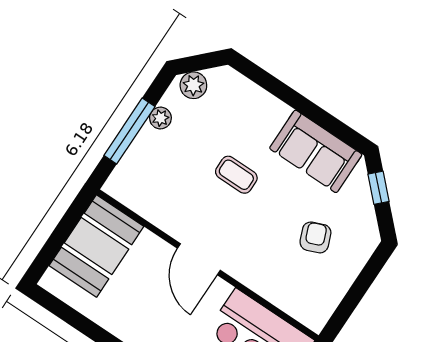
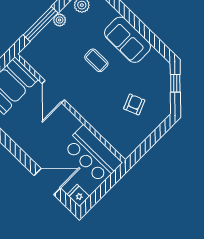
sofa: (316, 151) -> (128, 40), moved
door: (199, 259) -> (53, 92), moved

